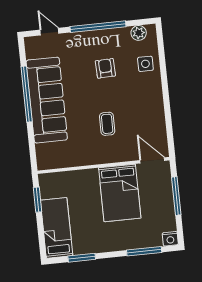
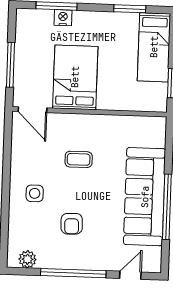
door: (49, 32) -> (130, 275), swing flipped
side table: (145, 64) -> (35, 193), moved
coffee table: (107, 124) -> (79, 159), turned 90
nightstand: (170, 239) -> (63, 18), moved

